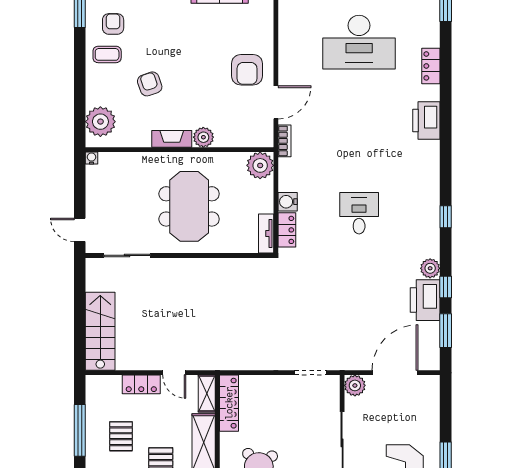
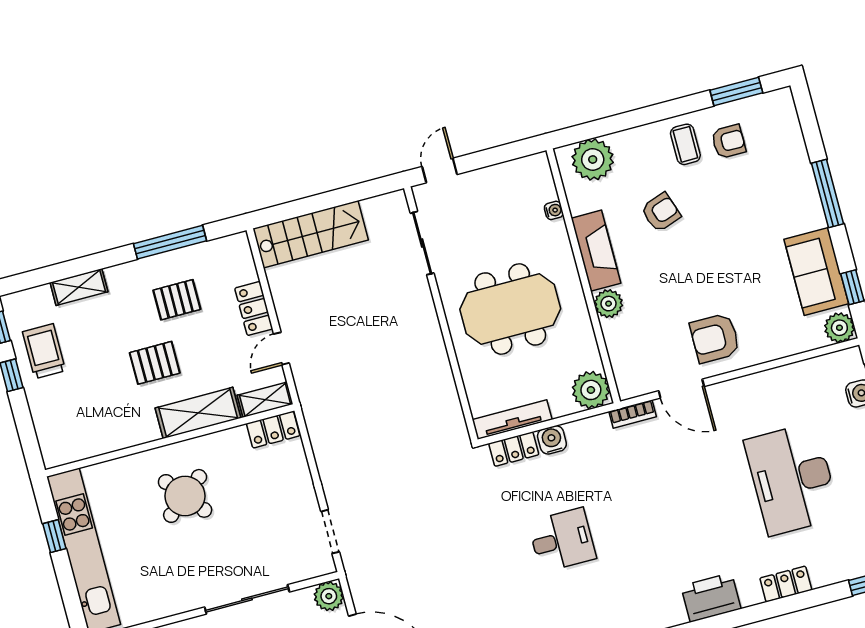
fireplace: (172, 139) -> (596, 251), width x1.37, depth x1.32
water cooler: (92, 158) -> (554, 210), moved
tv unit: (266, 234) -> (512, 420), width x1.41
locker: (229, 403) -> (273, 430), width x0.66

